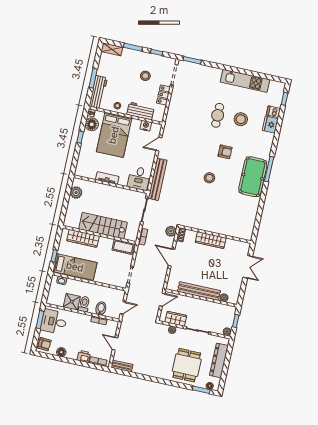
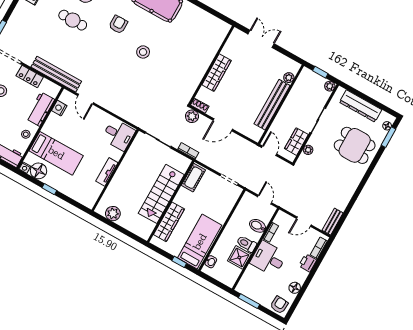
bed: (114, 135) -> (56, 153), width x0.67
bench: (158, 179) -> (56, 74), moved
desk: (54, 322) -> (268, 258), moved, turned 90

